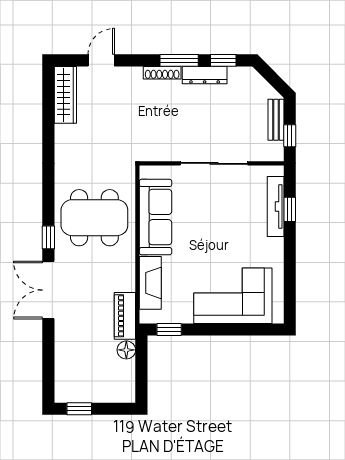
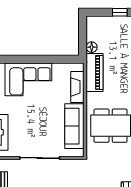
piano: (125, 316) -> (94, 73), width x1.37, depth x1.33
window: (169, 330) -> (66, 59), removed

